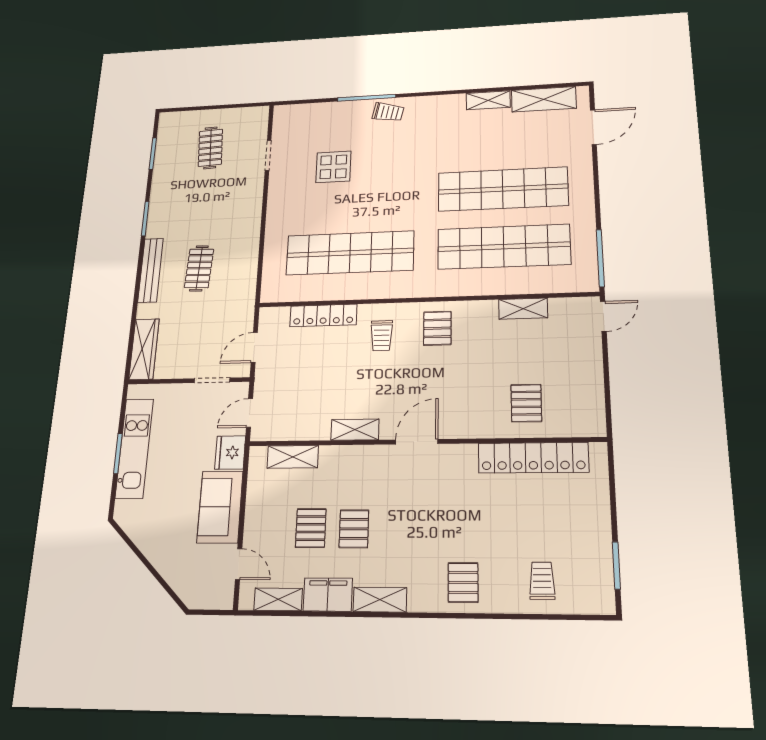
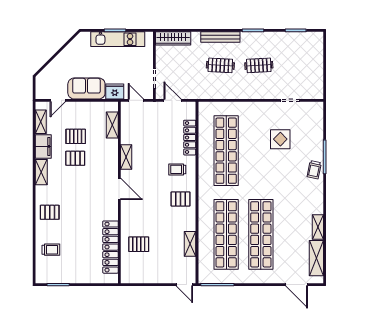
clothes rail: (210, 148) -> (259, 65), moved

